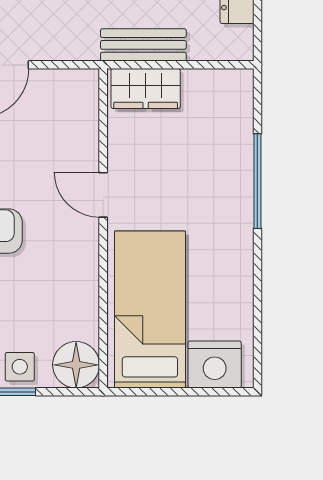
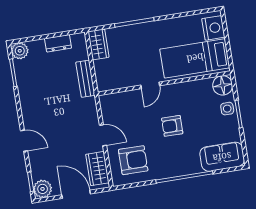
wardrobe: (146, 89) -> (98, 44), moved

